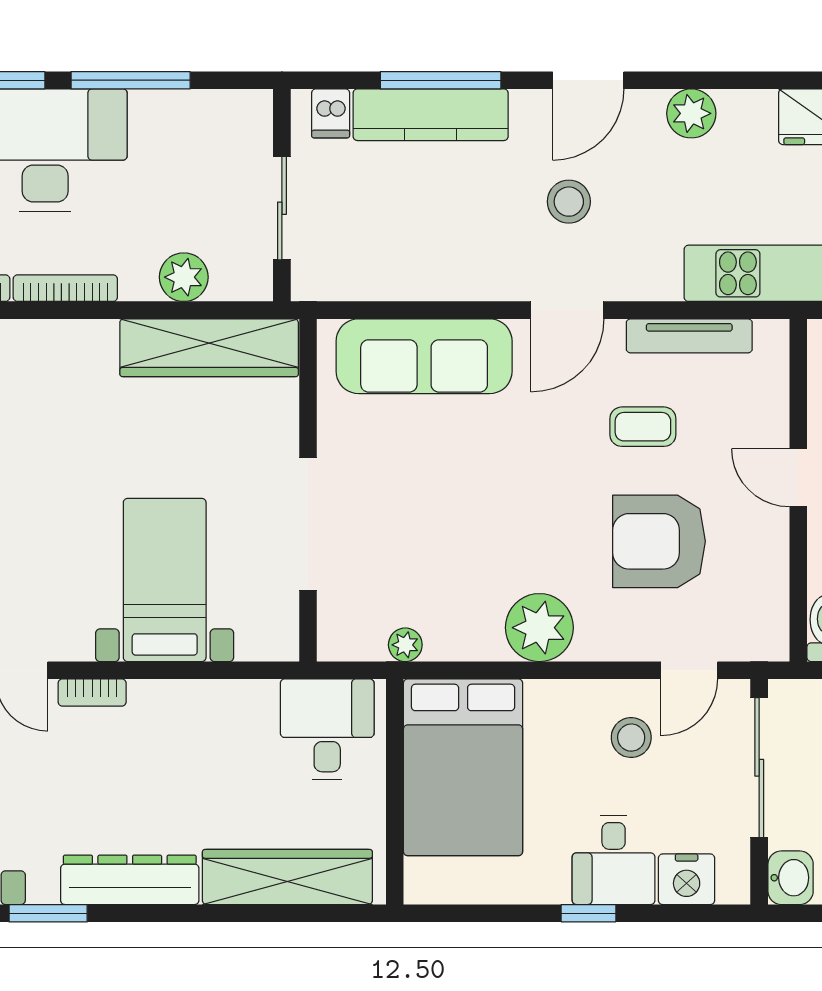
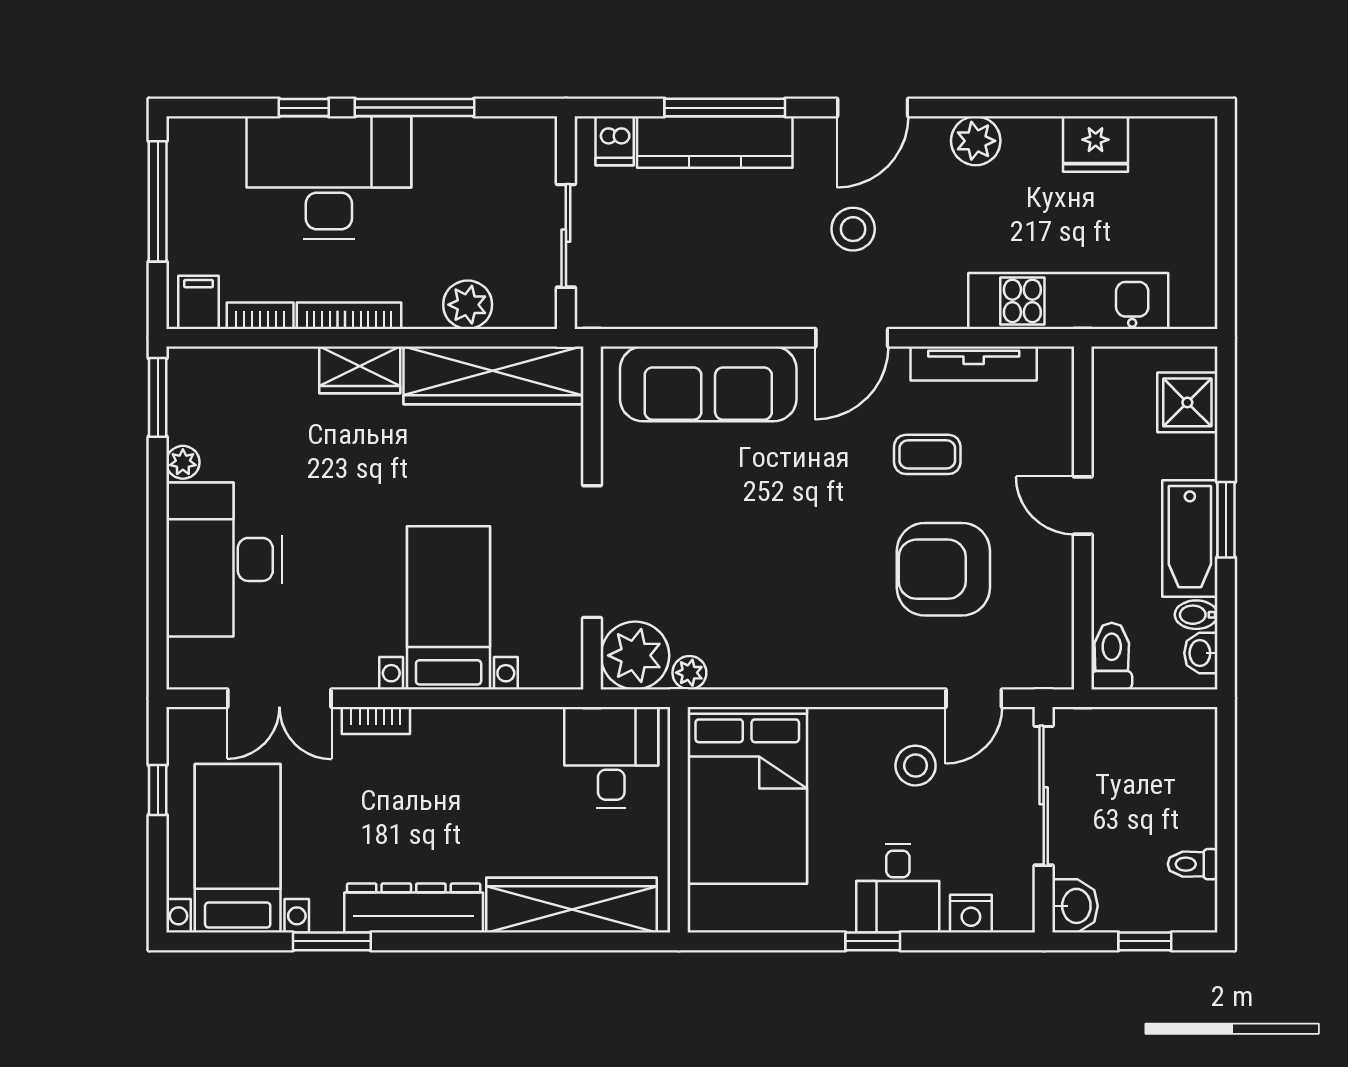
wardrobe: (76, 342) -> (360, 370), added
plant: (539, 628) -> (635, 655), moved
nightstand: (687, 879) -> (971, 914), width x0.74, depth x0.75

